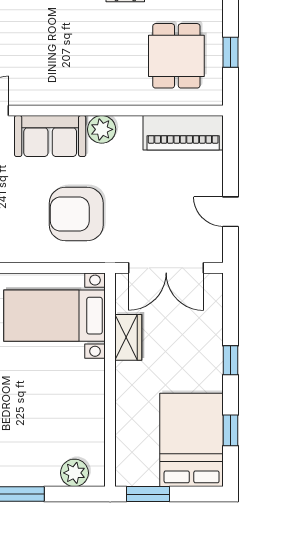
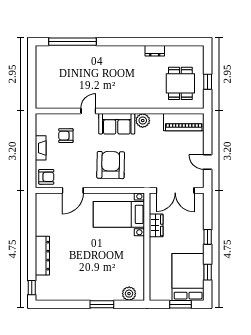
armchair: (76, 214) -> (111, 165), moved, turned 91
window: (148, 494) -> (181, 304), moved

